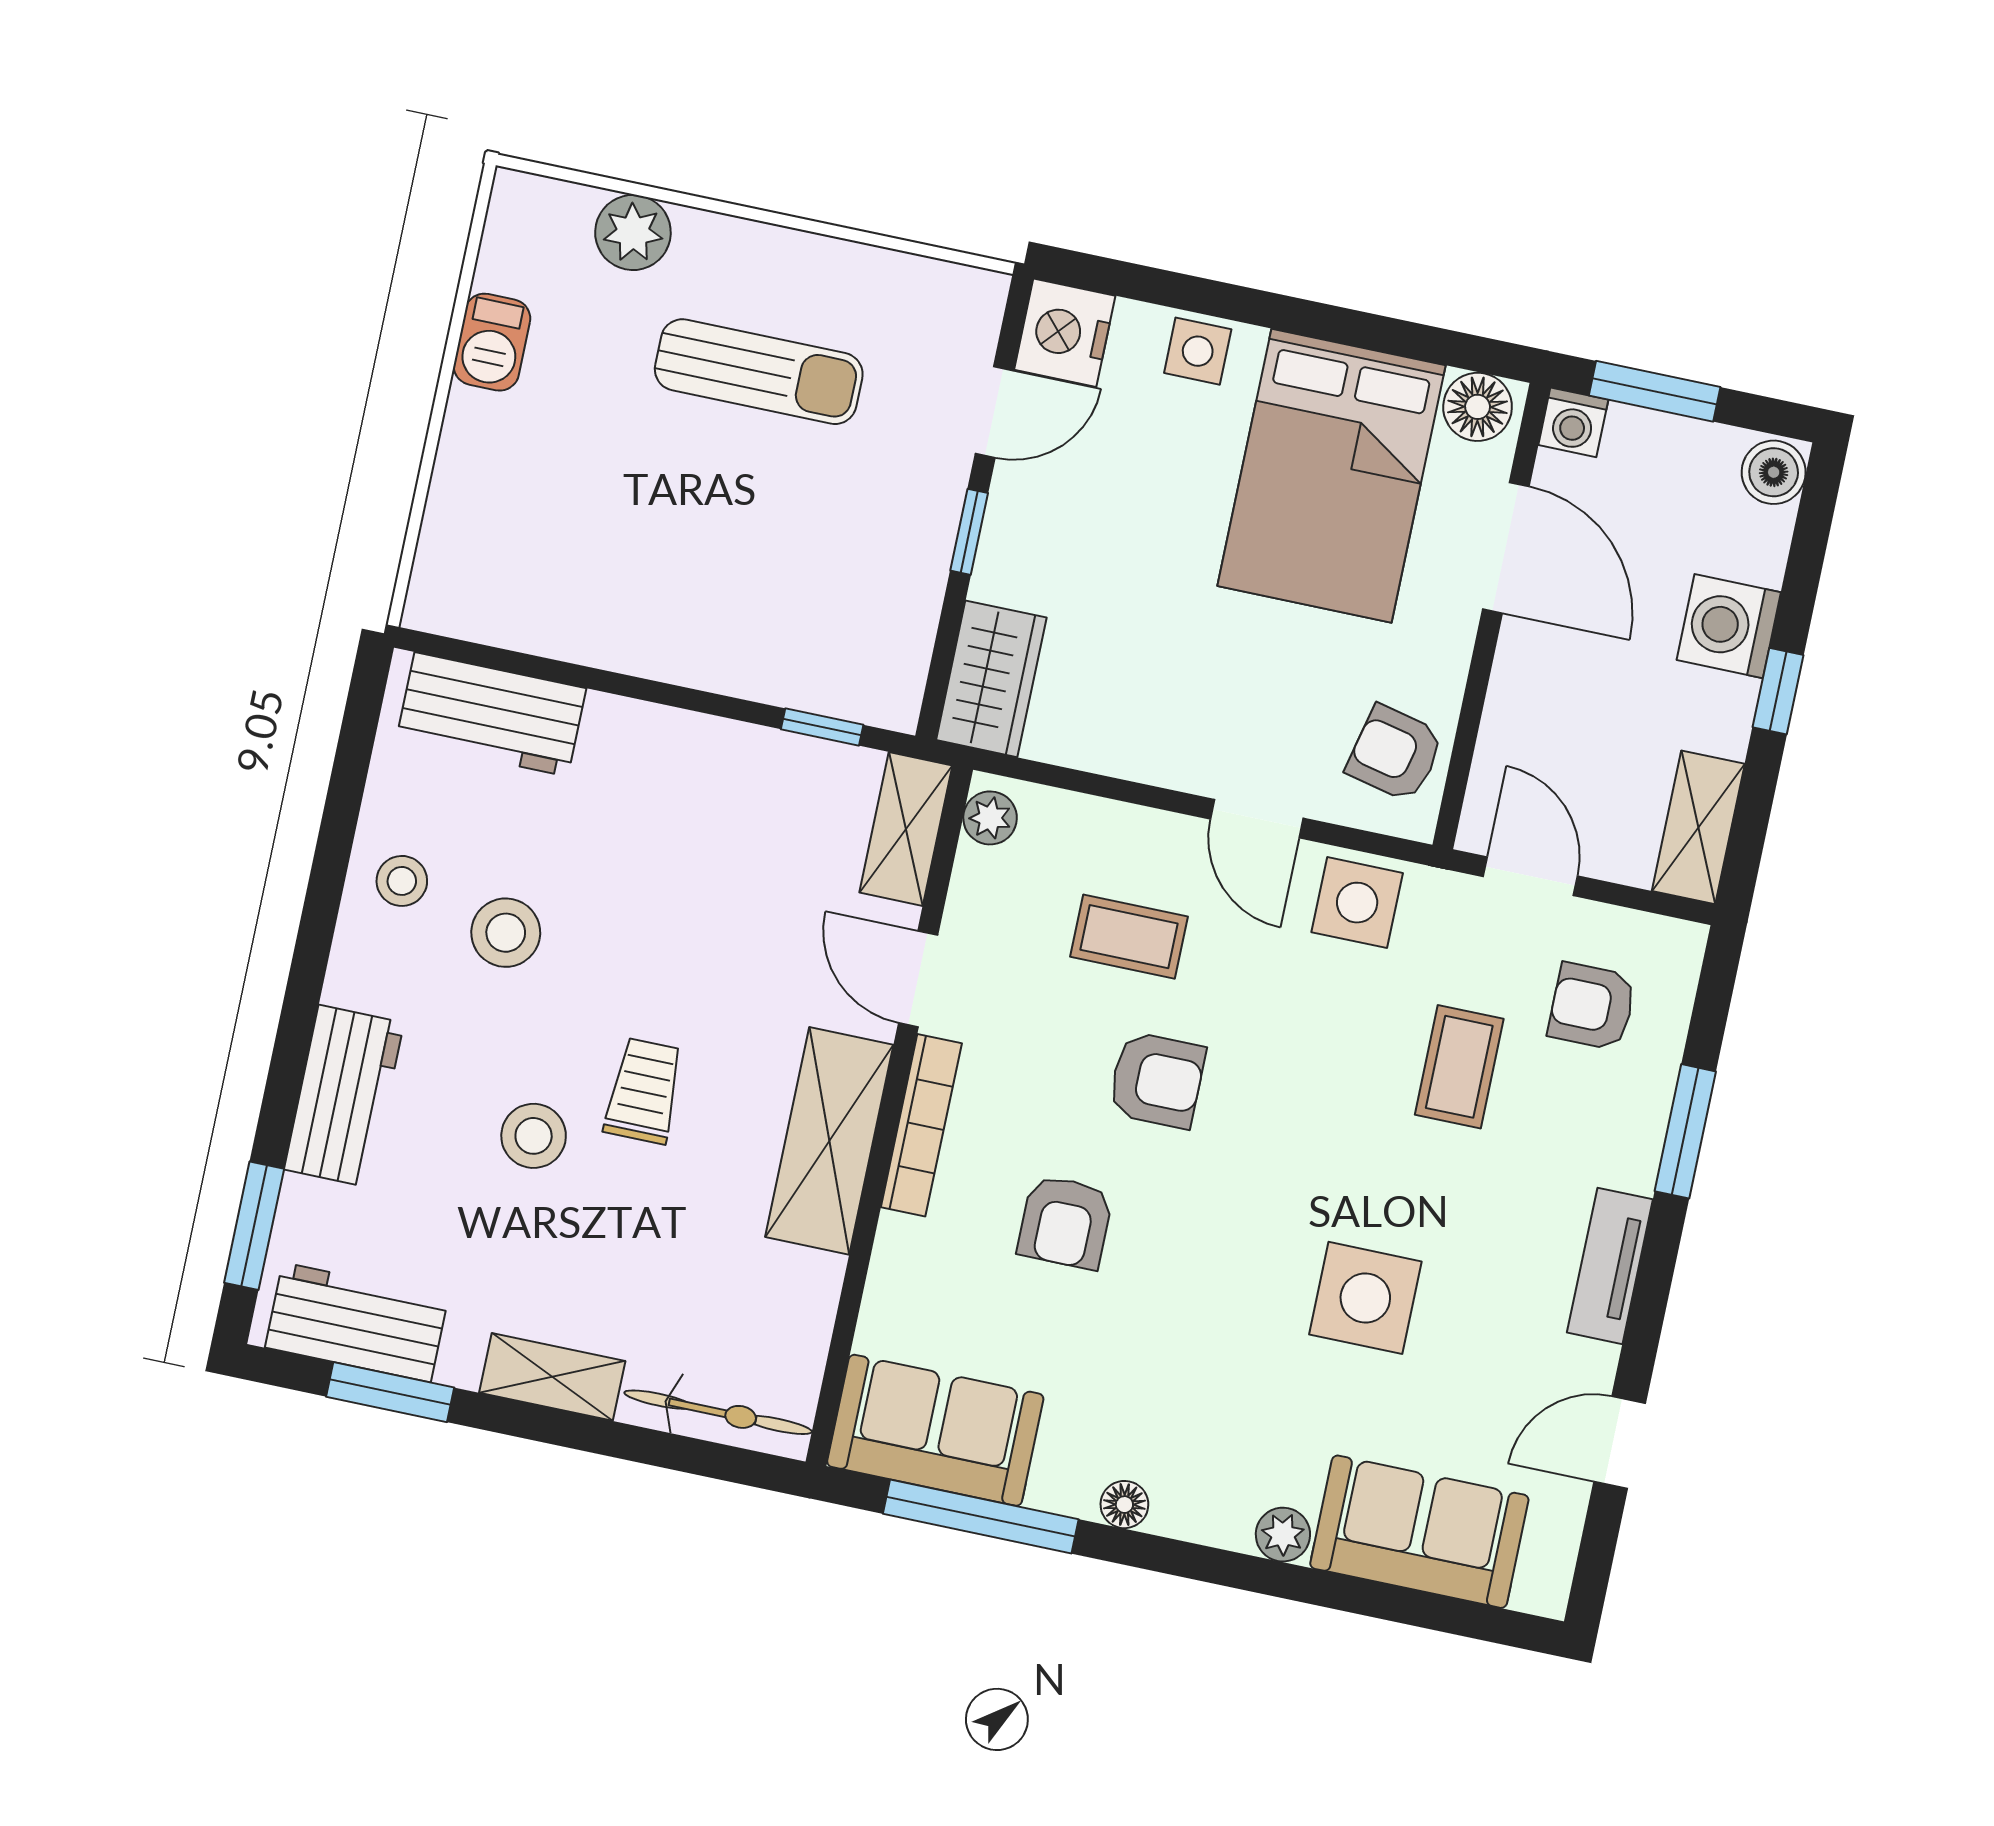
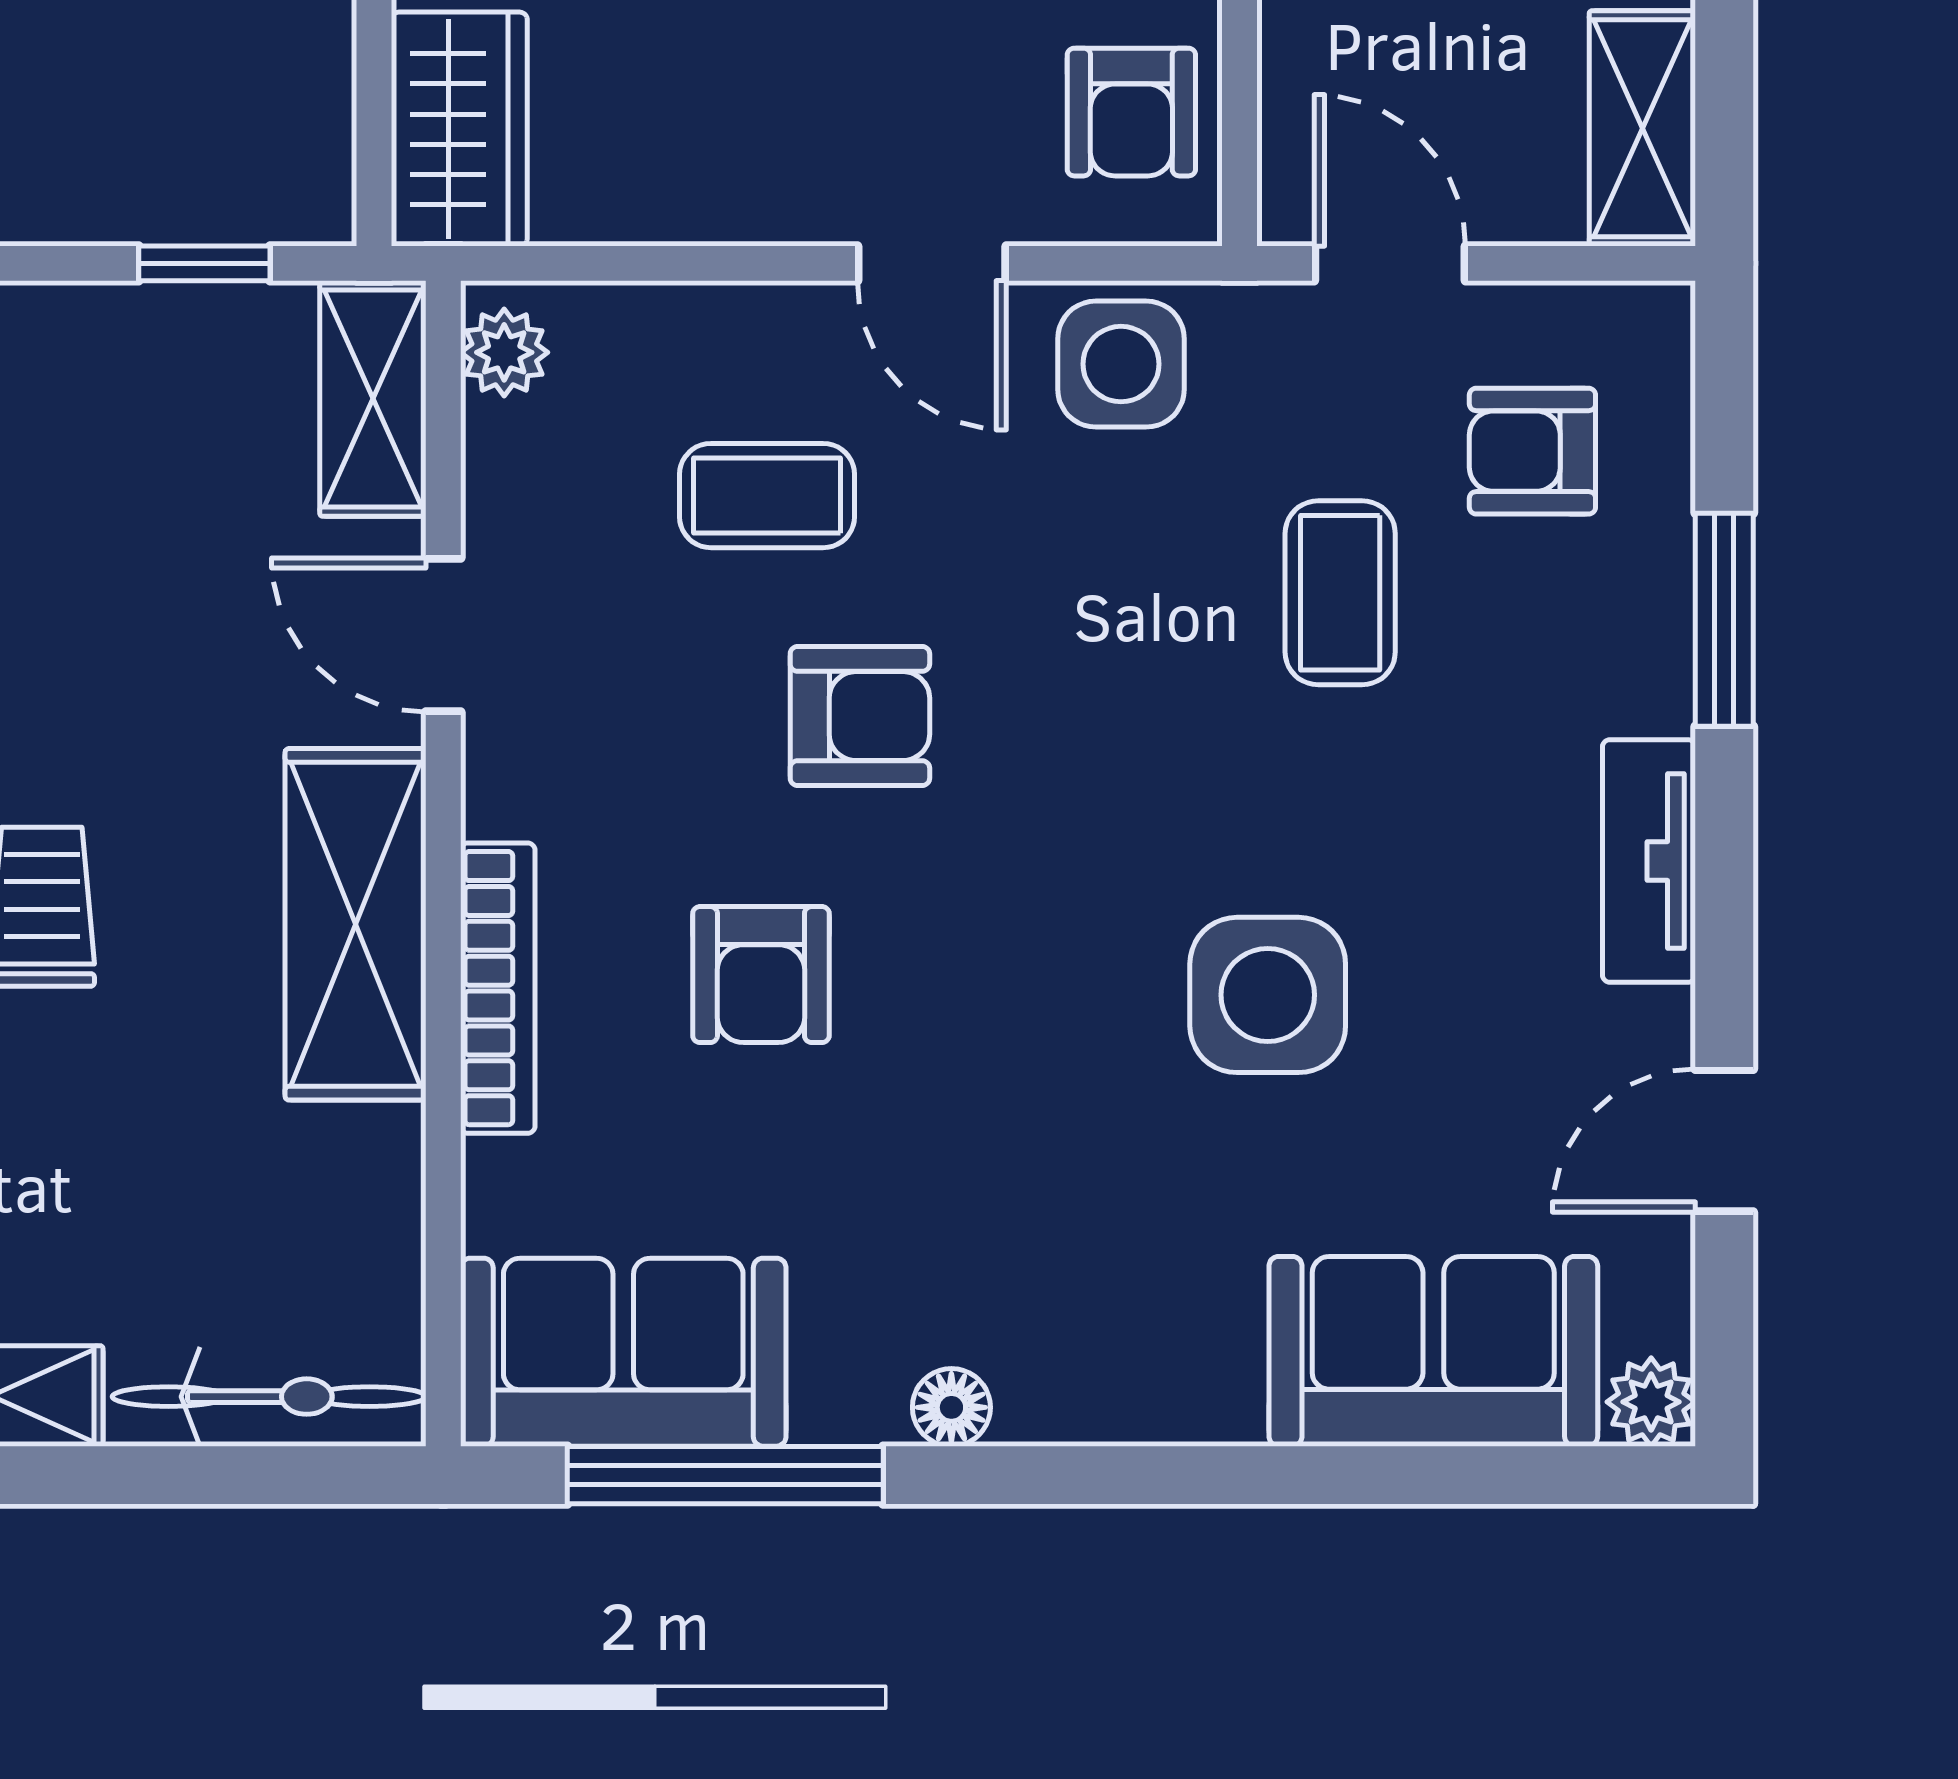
armchair: (1395, 753) -> (1131, 112), turned -103
bookcase: (921, 1125) -> (498, 988), moved
plant: (1283, 1535) -> (1651, 1402), moved

